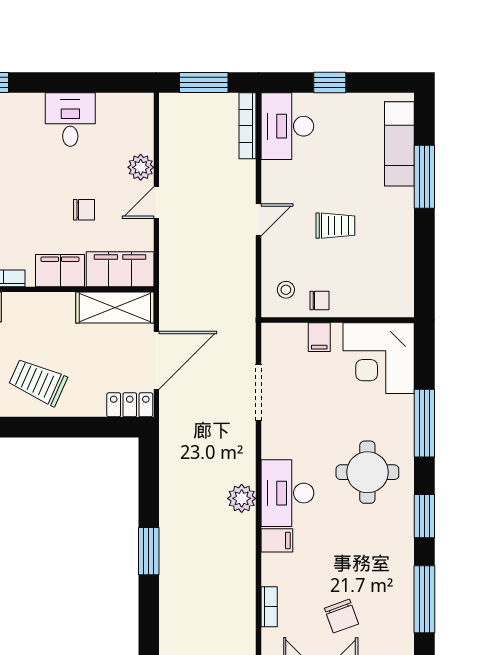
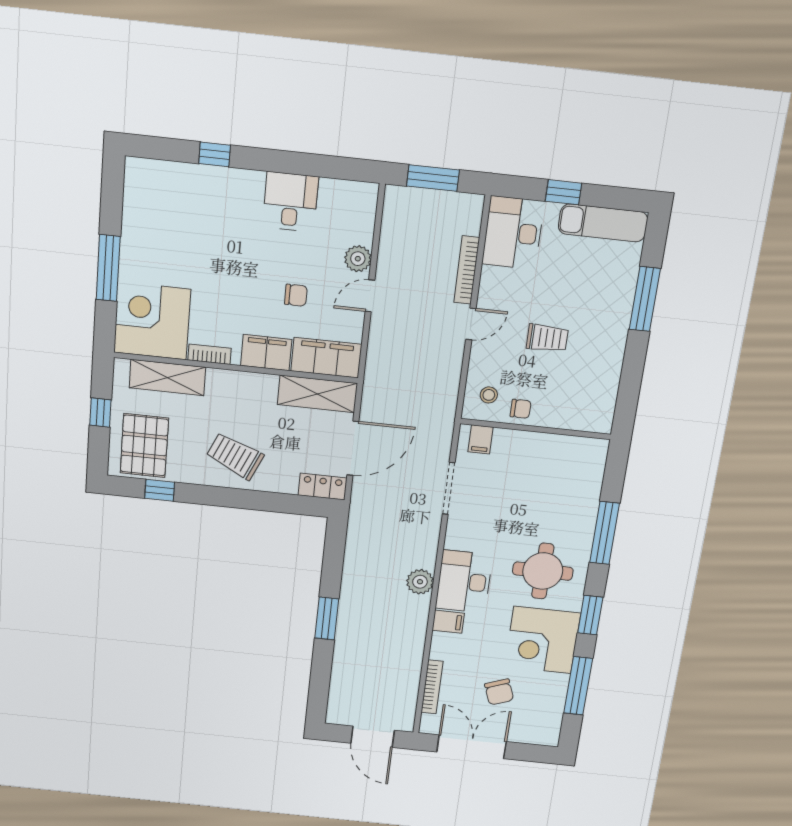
bookcase: (247, 126) -> (467, 270), moved
exam couch: (399, 144) -> (603, 223), moved, turned -90
filing cabinet: (319, 337) -> (481, 440), moved
corner desk: (379, 358) -> (542, 640), moved
bookcase: (269, 607) -> (432, 687), width x1.56

